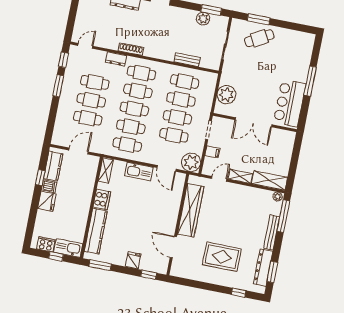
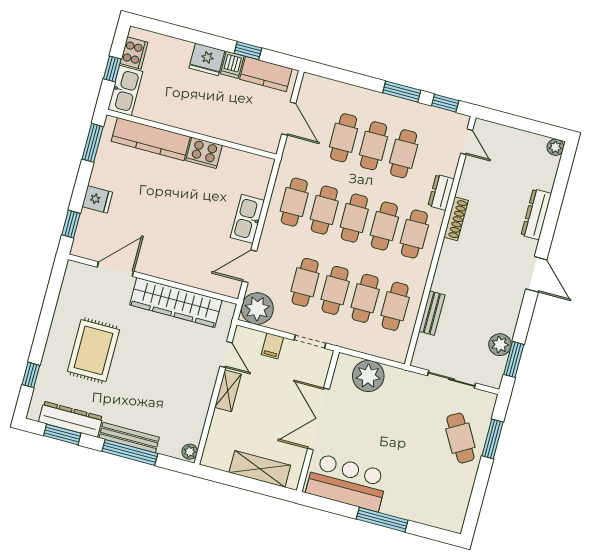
shelving: (106, 170) -> (253, 163), removed
shelving: (269, 180) -> (260, 469), moved, turned 90
window: (283, 216) -> (130, 452), moved

